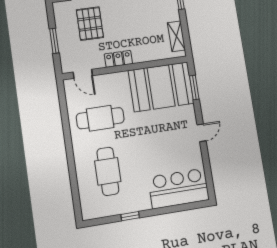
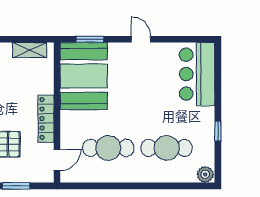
locker: (118, 59) -> (46, 119), width x1.53
cafe table: (100, 118) -> (108, 148), turned 90
plant: (89, 211) -> (205, 174), added

